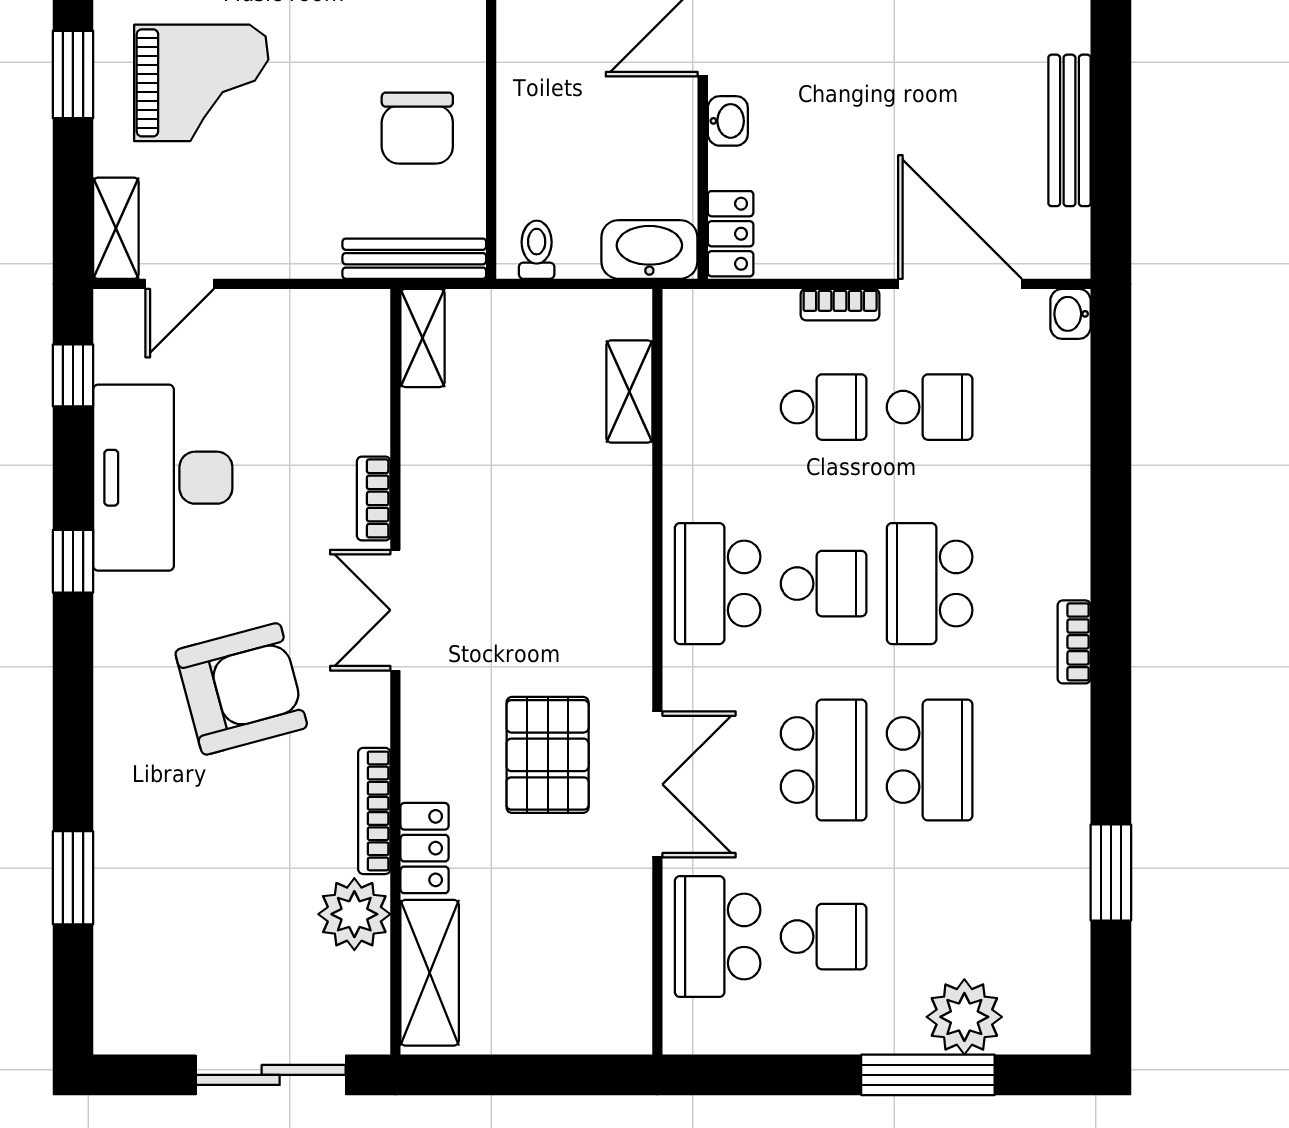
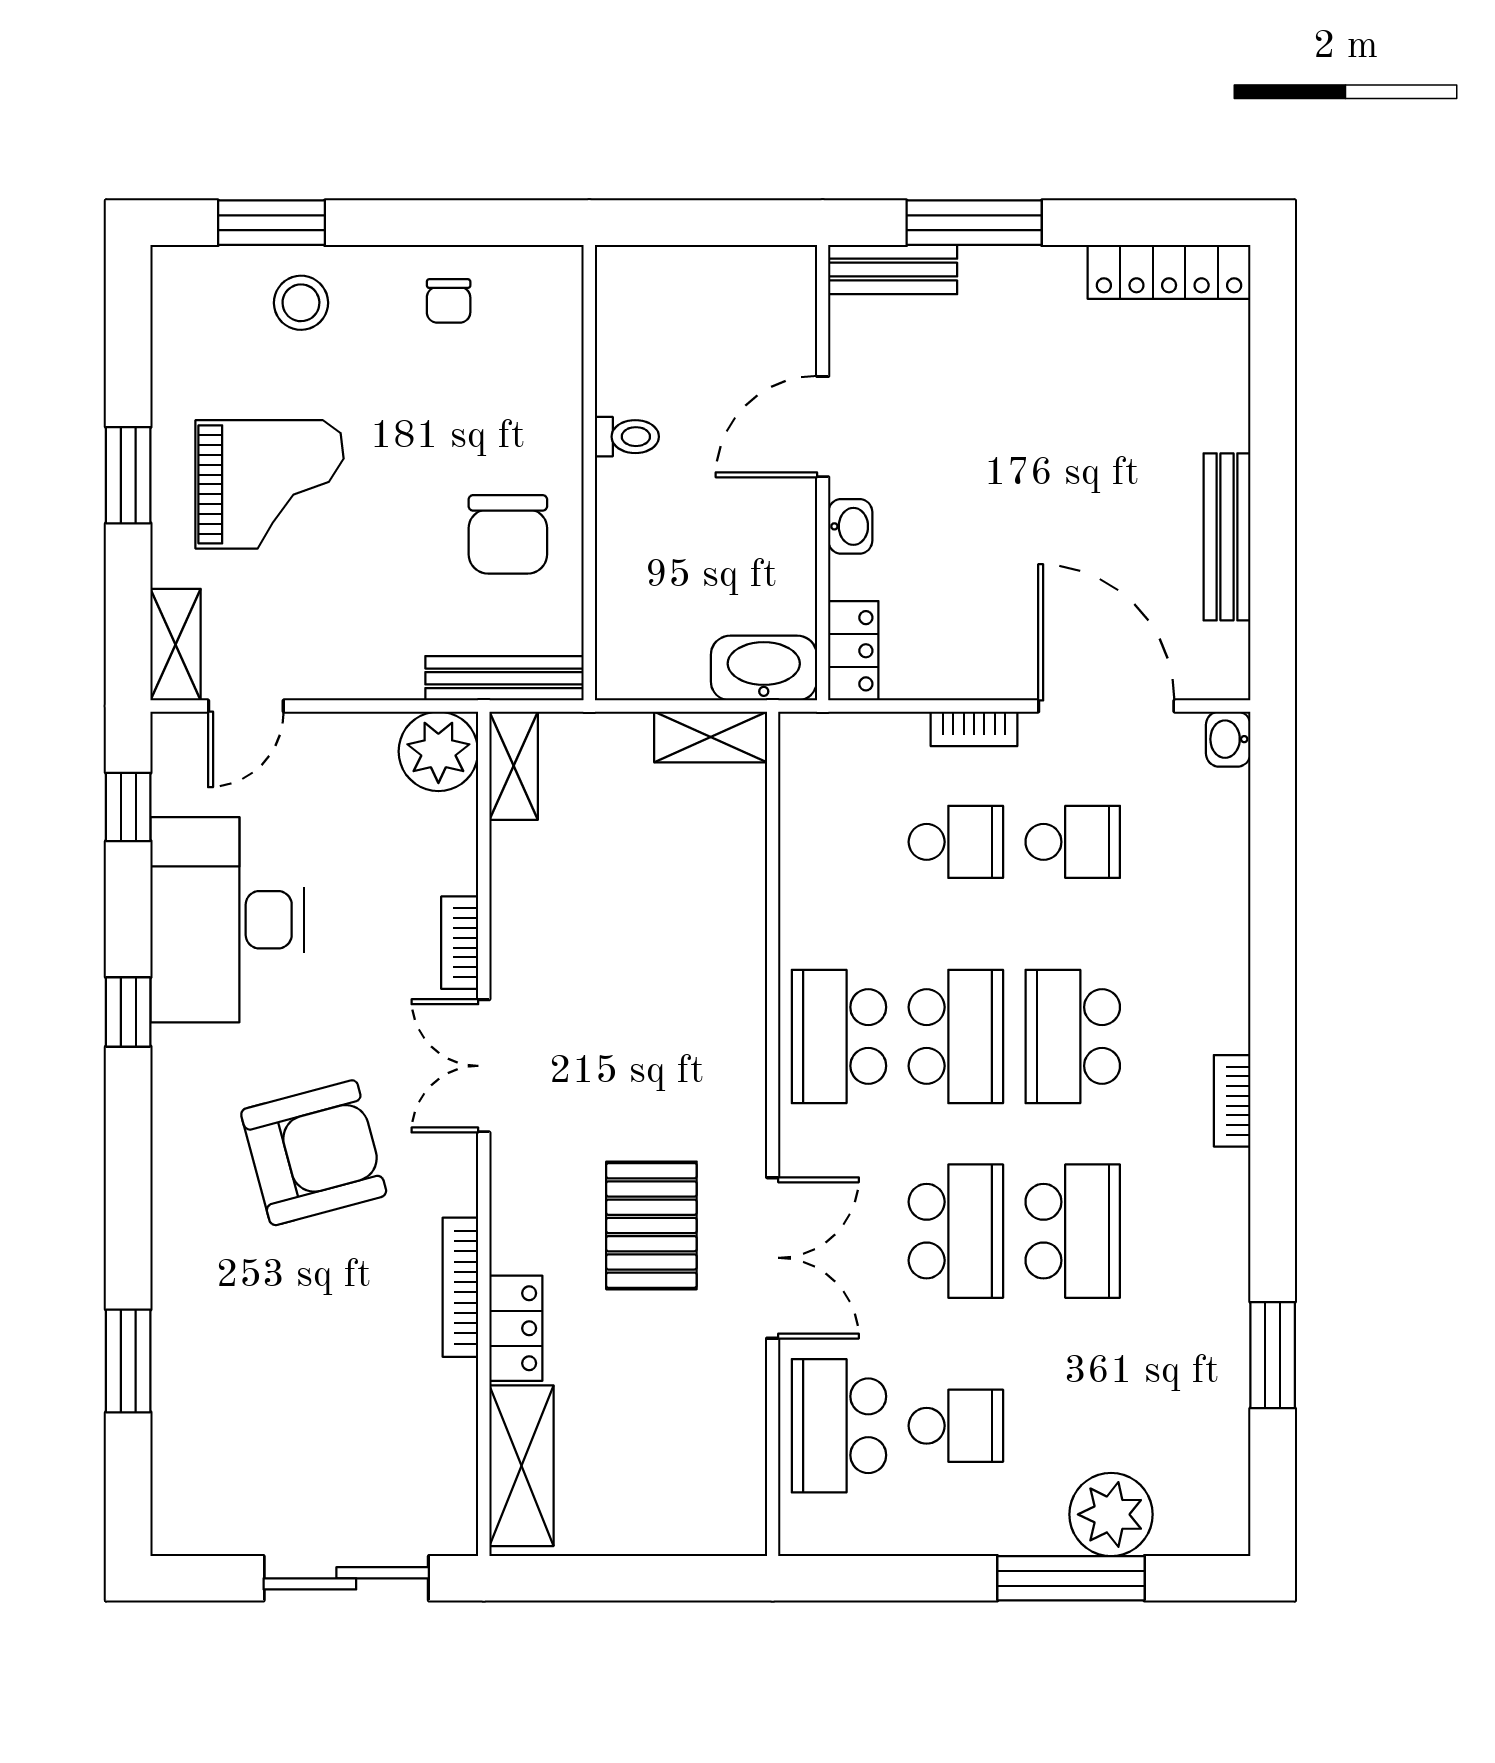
toilet: (537, 250) -> (627, 437), moved, turned 90
shelving: (629, 391) -> (711, 737), moved, turned 90
school desk: (824, 584) -> (956, 1036), width x1.85
plant: (354, 914) -> (438, 751), moved

